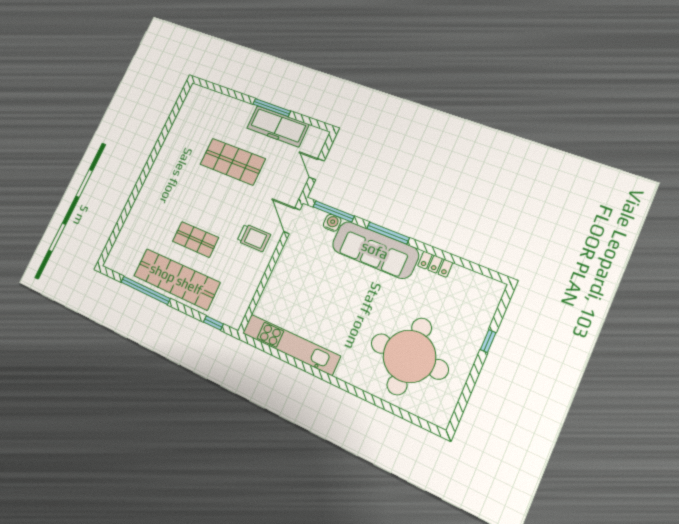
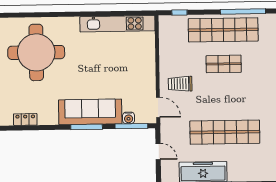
shop shelf: (233, 162) -> (225, 132), width x1.40
locker: (435, 264) -> (25, 119), moved

